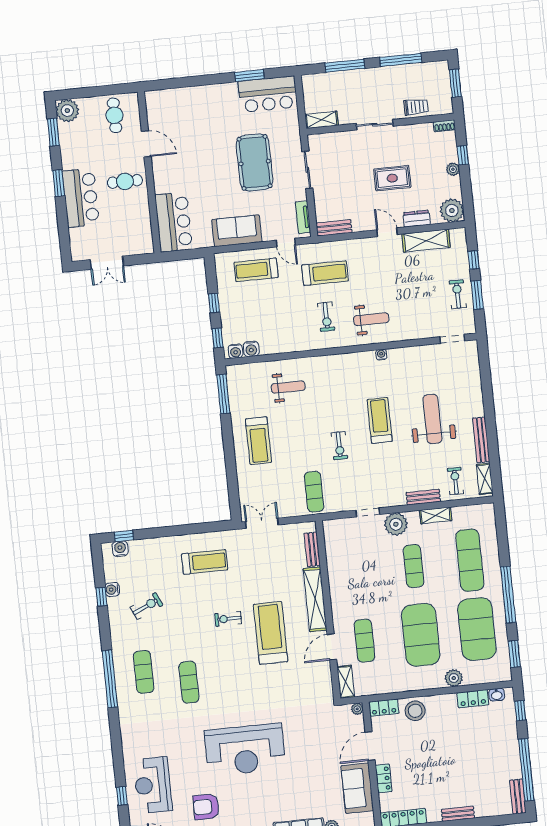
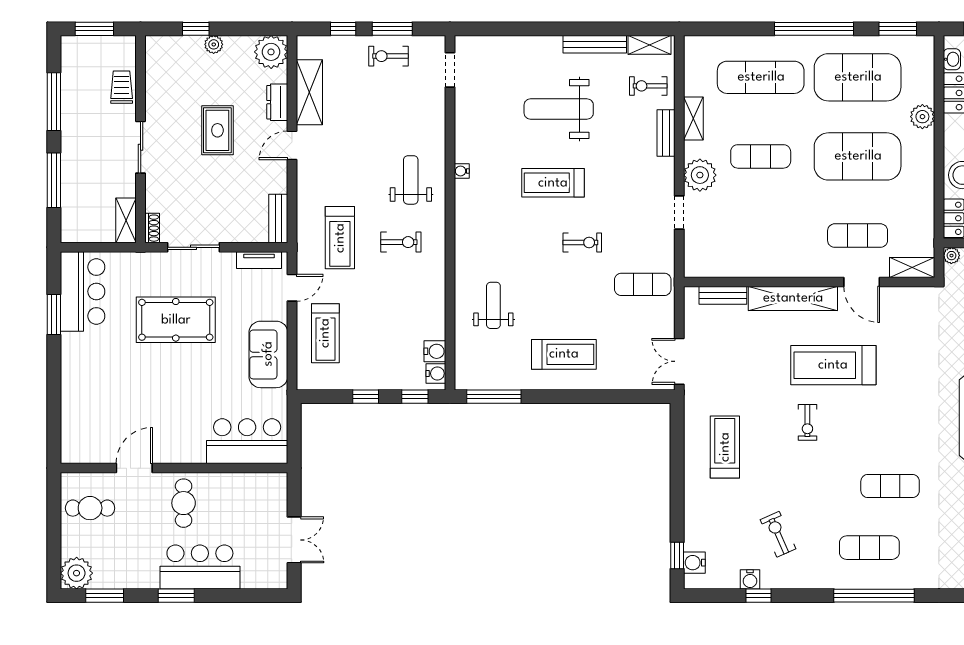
shoe rack: (444, 126) -> (152, 228), moved
treadmill: (325, 273) -> (340, 238), turned 180

